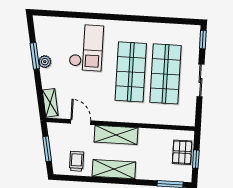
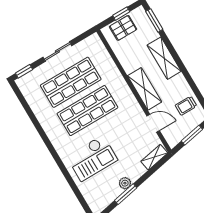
checkout: (86, 48) -> (92, 158), turned 180
door: (81, 122) -> (153, 123), swing flipped
shelving: (114, 169) -> (164, 58), moved

